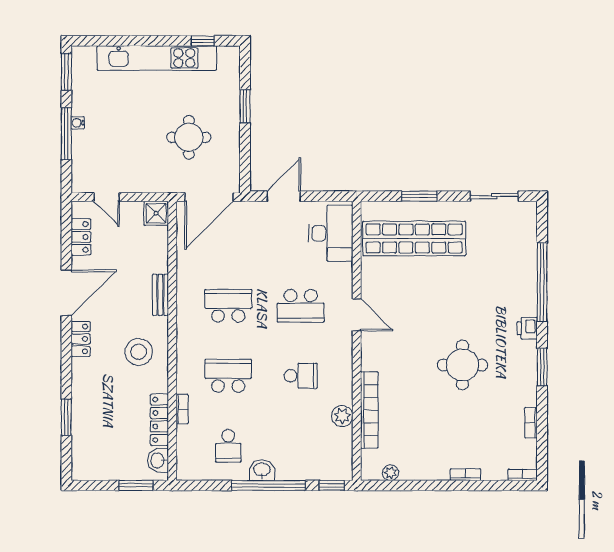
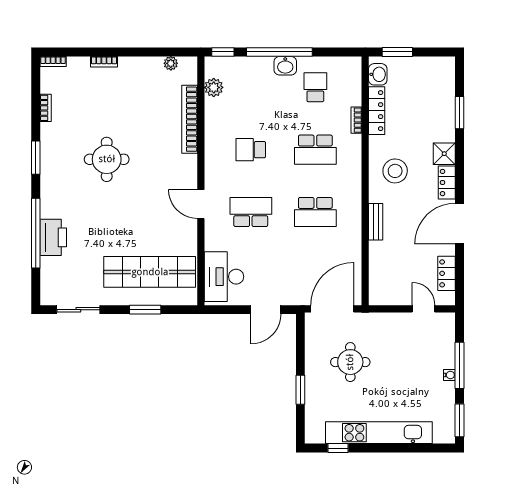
shower: (156, 213) -> (444, 154), moved
printer: (527, 328) -> (53, 237), moved, width x1.87, depth x1.48
plant: (342, 416) -> (214, 87), moved

